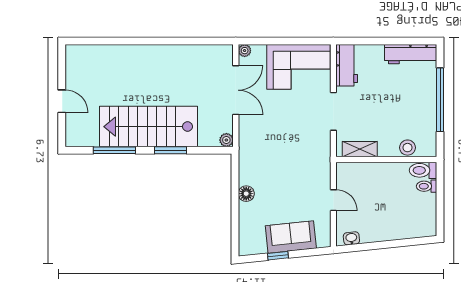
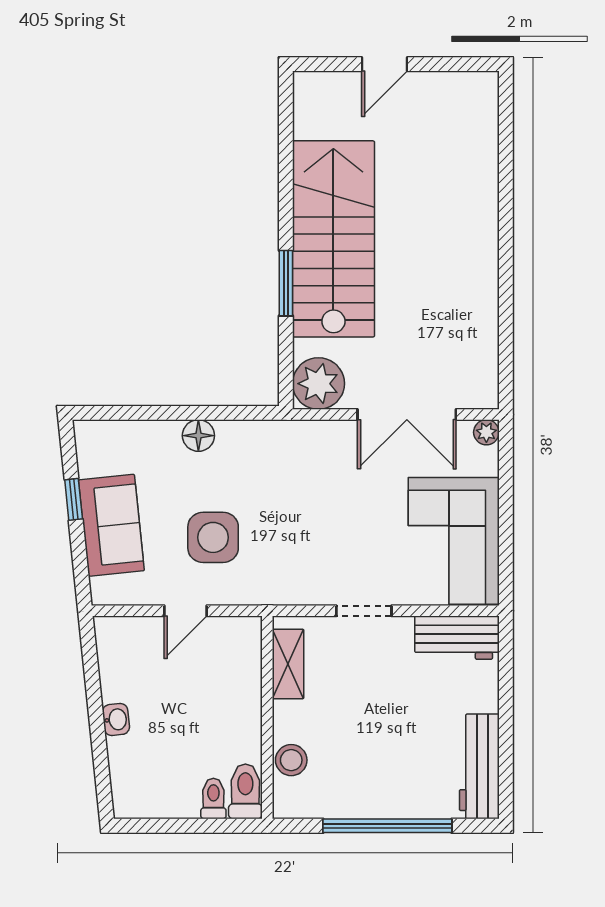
doorway: (333, 111) -> (364, 611), width x0.73
plant: (226, 140) -> (318, 384), width x1.88, depth x1.88
window: (114, 150) -> (286, 170), removed
side table: (297, 186) -> (213, 537), added
washbasin: (351, 238) -> (116, 719), moved

